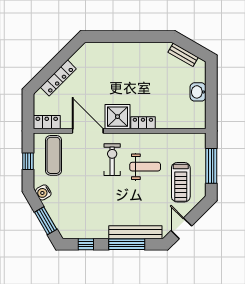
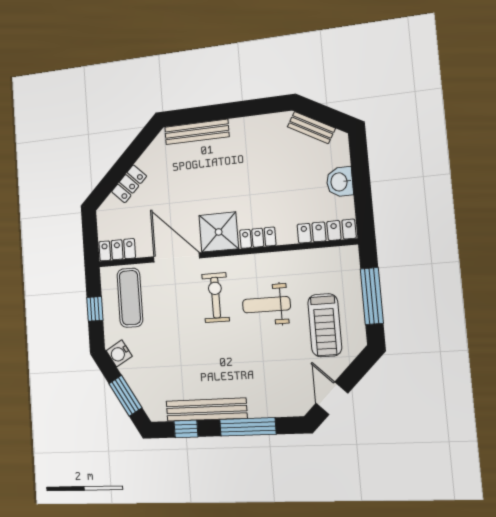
bench: (108, 48) -> (197, 132), added
locker: (58, 78) -> (129, 184), width x0.66
locker: (187, 123) -> (326, 231), added
weight bench: (145, 167) -> (266, 305), turned 180
bench: (135, 232) -> (206, 410), moved

